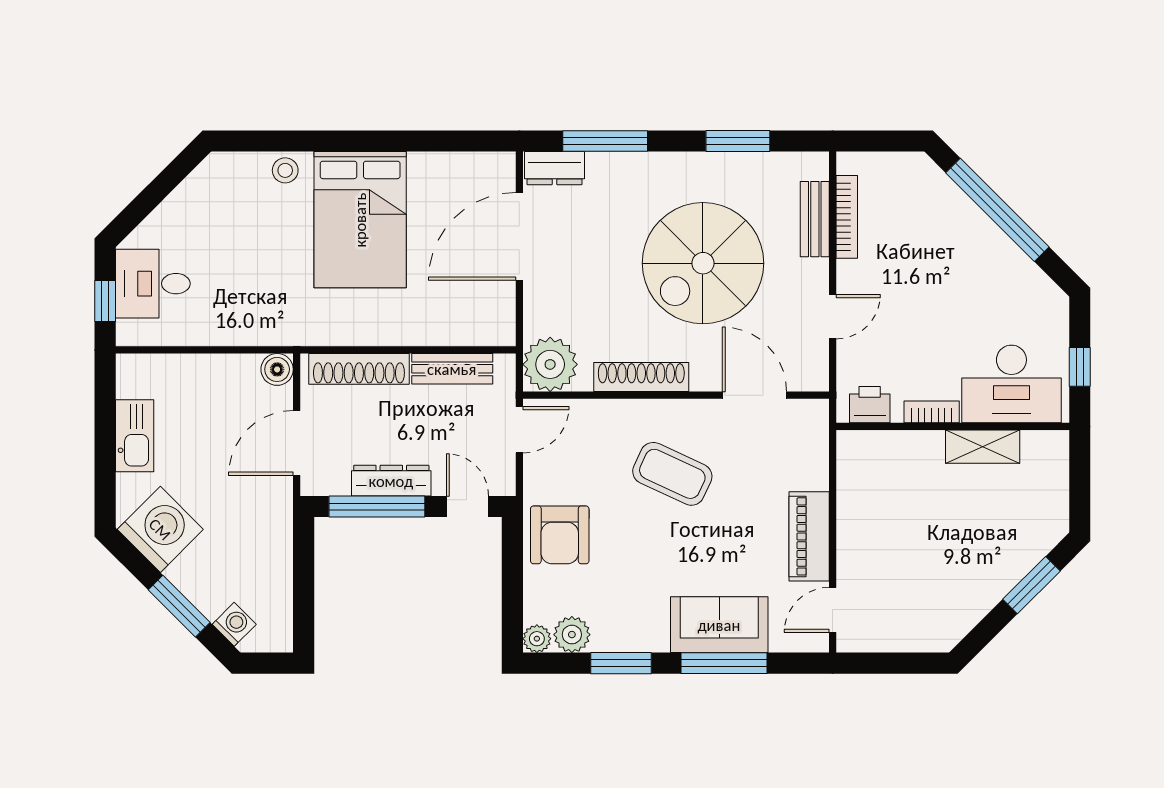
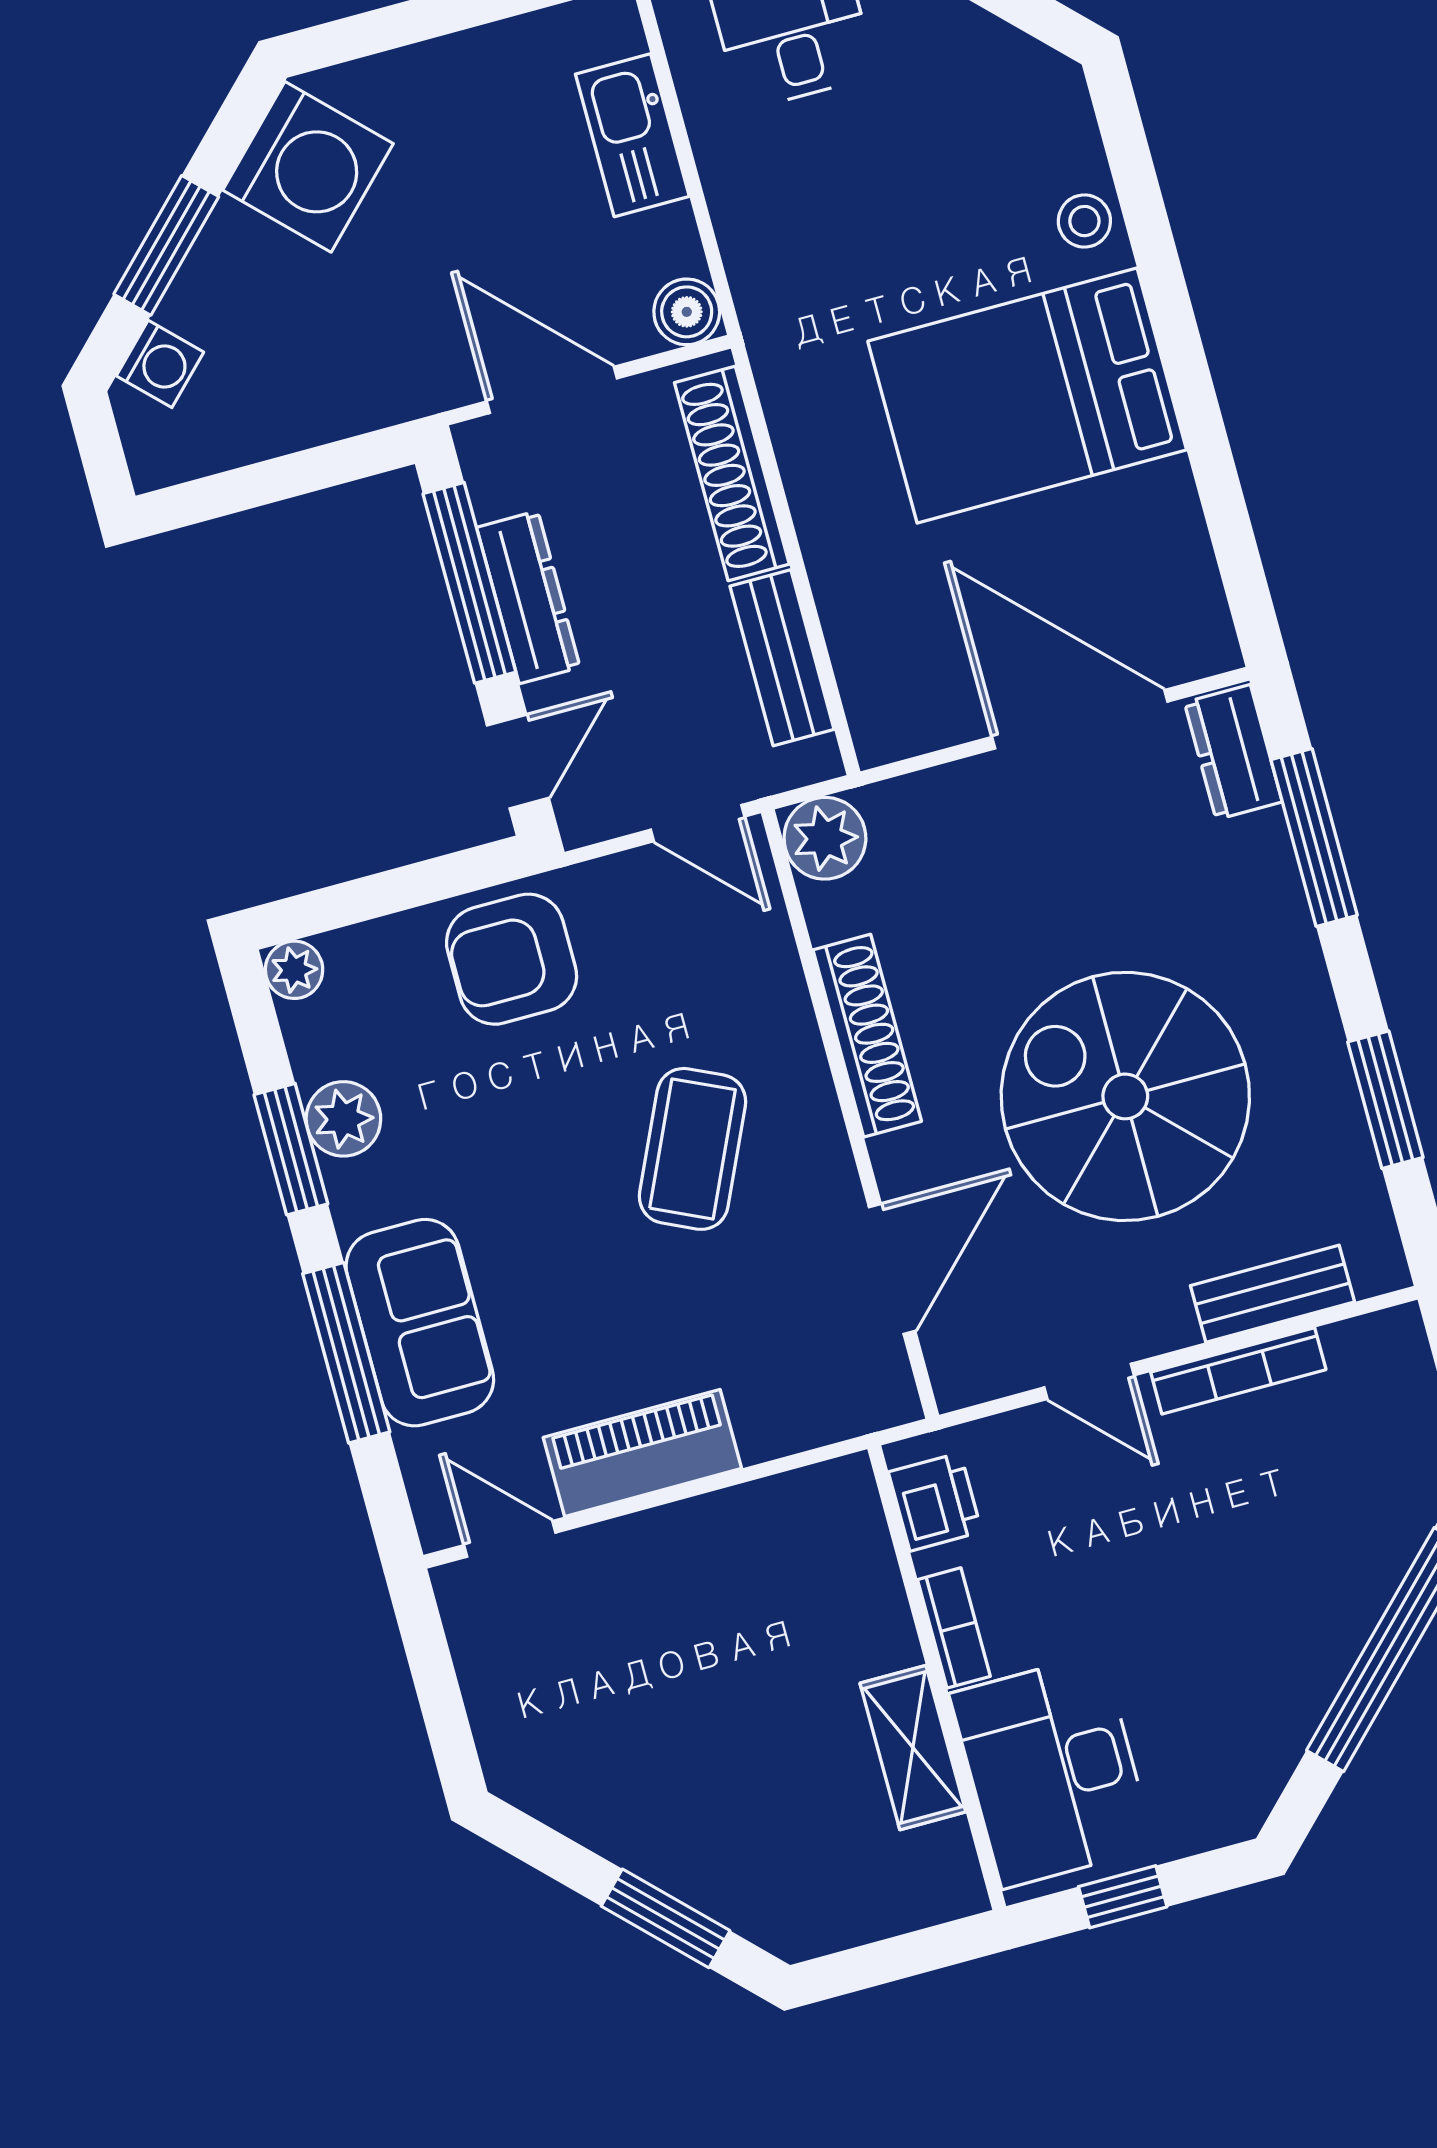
bookcase: (847, 217) -> (1238, 1371), moved
plant: (550, 364) -> (825, 838), width x0.73, depth x0.73
kitchen sink: (135, 436) -> (632, 135), moved, turned 90
plant: (572, 635) -> (343, 1119), moved

